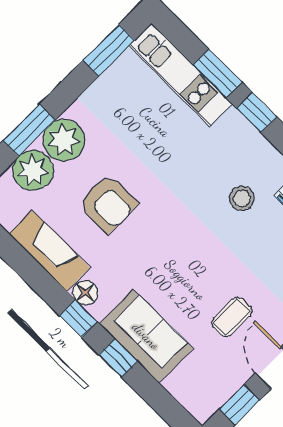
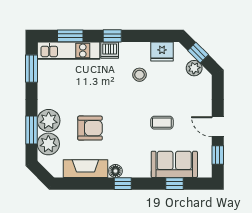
window: (217, 73) -> (70, 36), moved
dishwasher: (235, 128) -> (110, 50), added
coffee table: (232, 317) -> (162, 123), moved, turned 90
sofa: (146, 336) -> (174, 164), moved
window: (118, 358) -> (174, 184), moved

